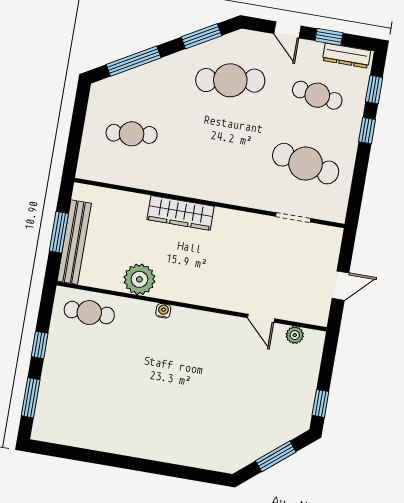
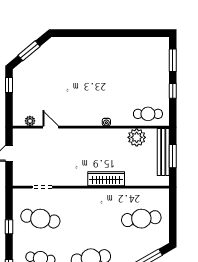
window: (367, 131) -> (9, 227), moved
cafe table: (132, 134) -> (141, 219), width x1.37, depth x1.35
plant: (139, 279) -> (137, 137), moved

